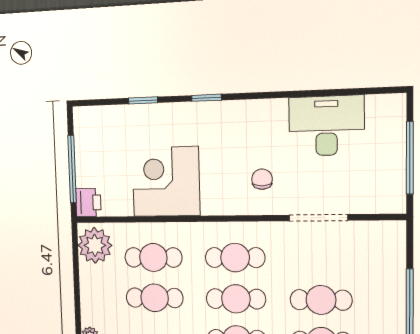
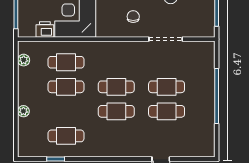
printer: (88, 202) -> (45, 29), moved, turned -90
plant: (95, 245) -> (24, 60), width x0.53, depth x0.53
cafe table: (235, 258) -> (116, 62), removed

